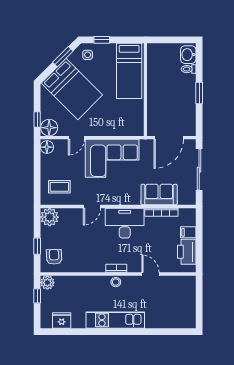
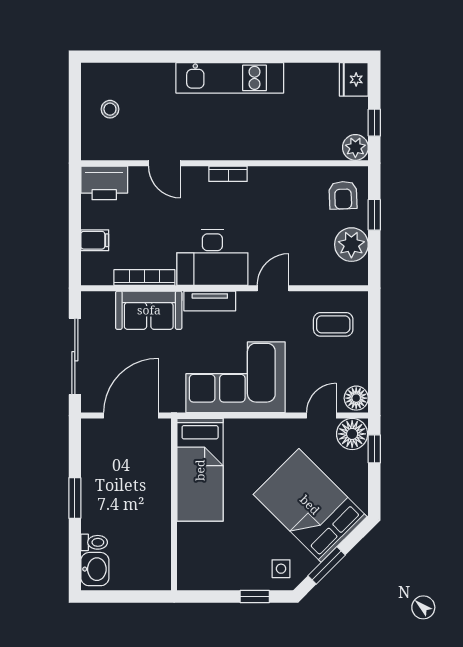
bed: (129, 71) -> (200, 470), moved, turned 180
door: (76, 138) -> (321, 416), moved
tv unit: (126, 200) -> (210, 301), added
plant: (50, 217) -> (351, 245), moved
printer: (187, 252) -> (104, 183), moved, turned 90
stool: (116, 282) -> (110, 109), moved
fridge: (62, 321) -> (354, 79), moved, turned 90

